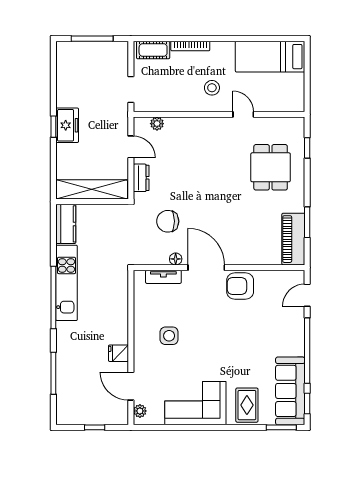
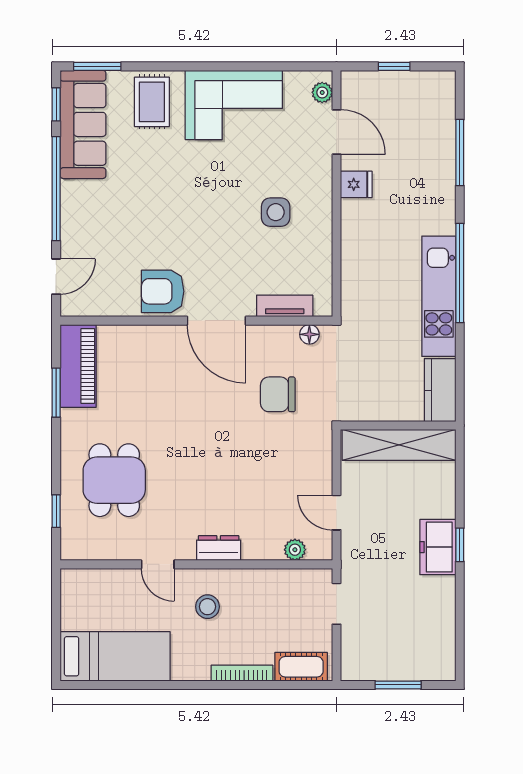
window: (92, 39) -> (398, 685), width x0.69
dresser: (141, 178) -> (219, 548), moved, turned 90
chair: (168, 221) -> (278, 394), turned 180
floor lamp: (176, 259) -> (309, 334), moved
armchair: (240, 286) -> (163, 291), turned 180

